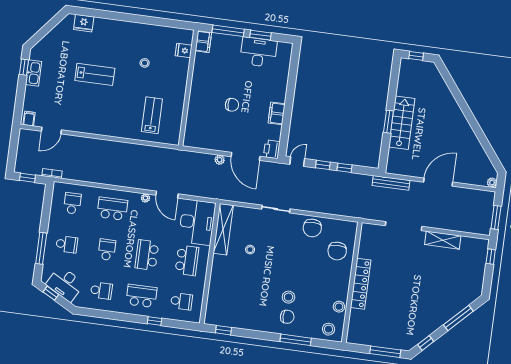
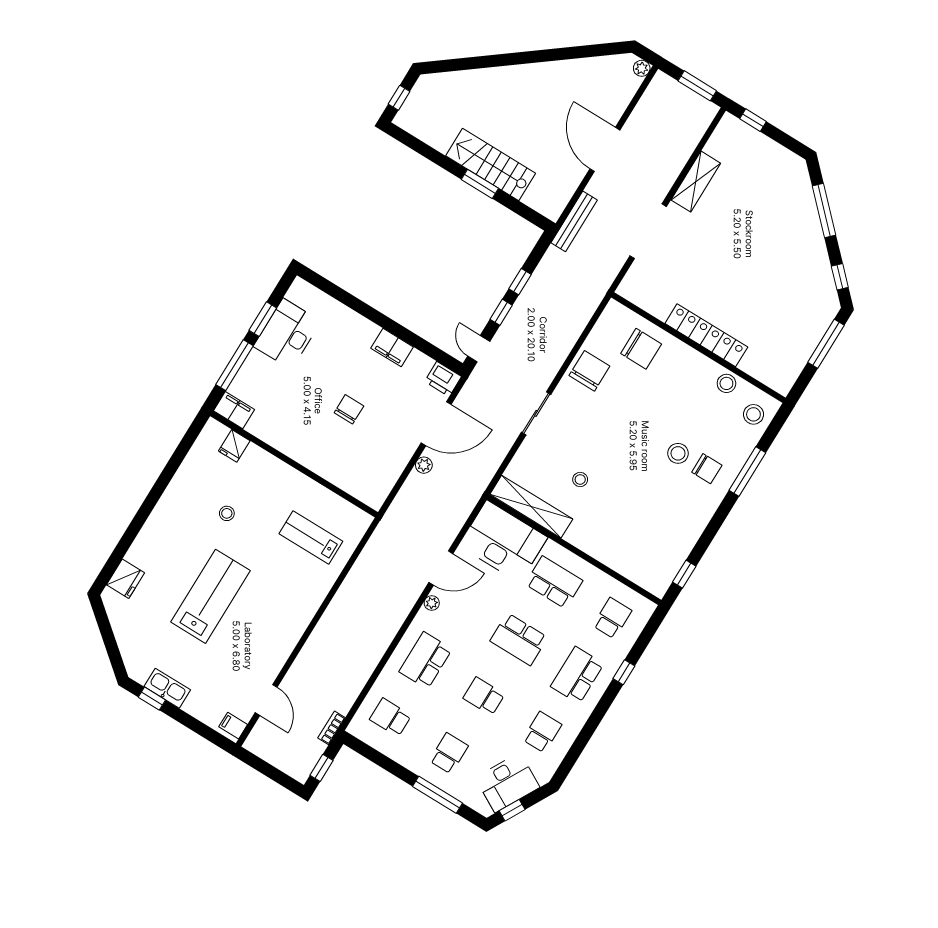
lab bench: (95, 74) -> (211, 596), width x1.36, depth x1.39
chair: (312, 228) -> (589, 371), turned -90
chair: (287, 317) -> (707, 469), turned 90

